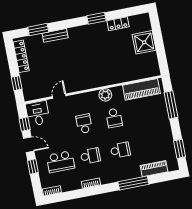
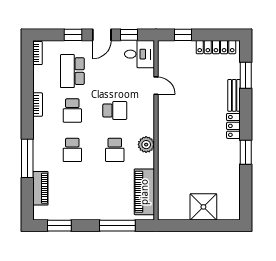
locker: (118, 24) -> (233, 126), moved
school desk: (114, 118) -> (115, 150), turned -90

